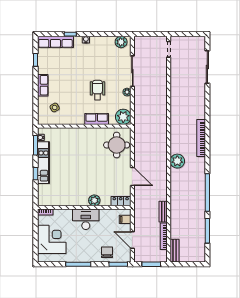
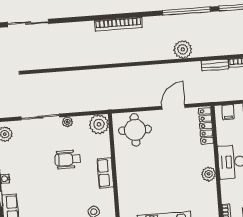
row of seats: (97, 119) -> (105, 173), moved
plant: (177, 161) -> (183, 49), moved
plant: (94, 200) -> (209, 174), moved
locker: (121, 201) -> (206, 126), width x1.53

